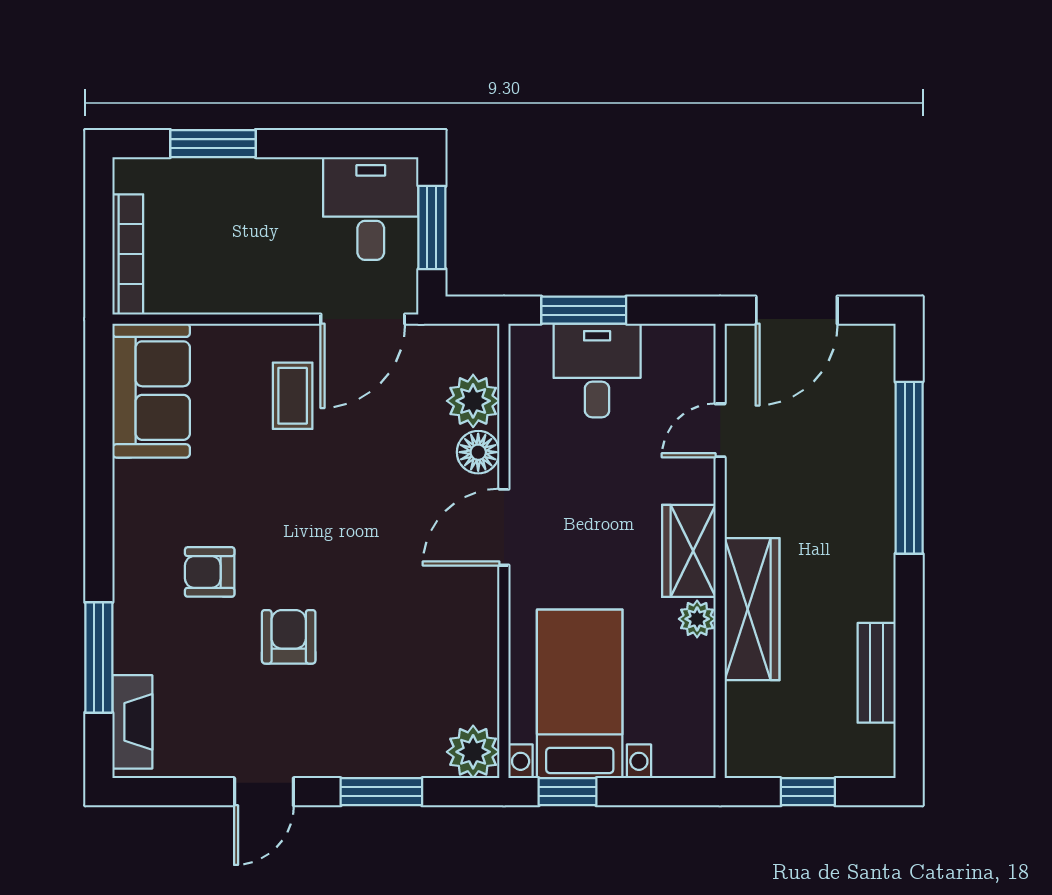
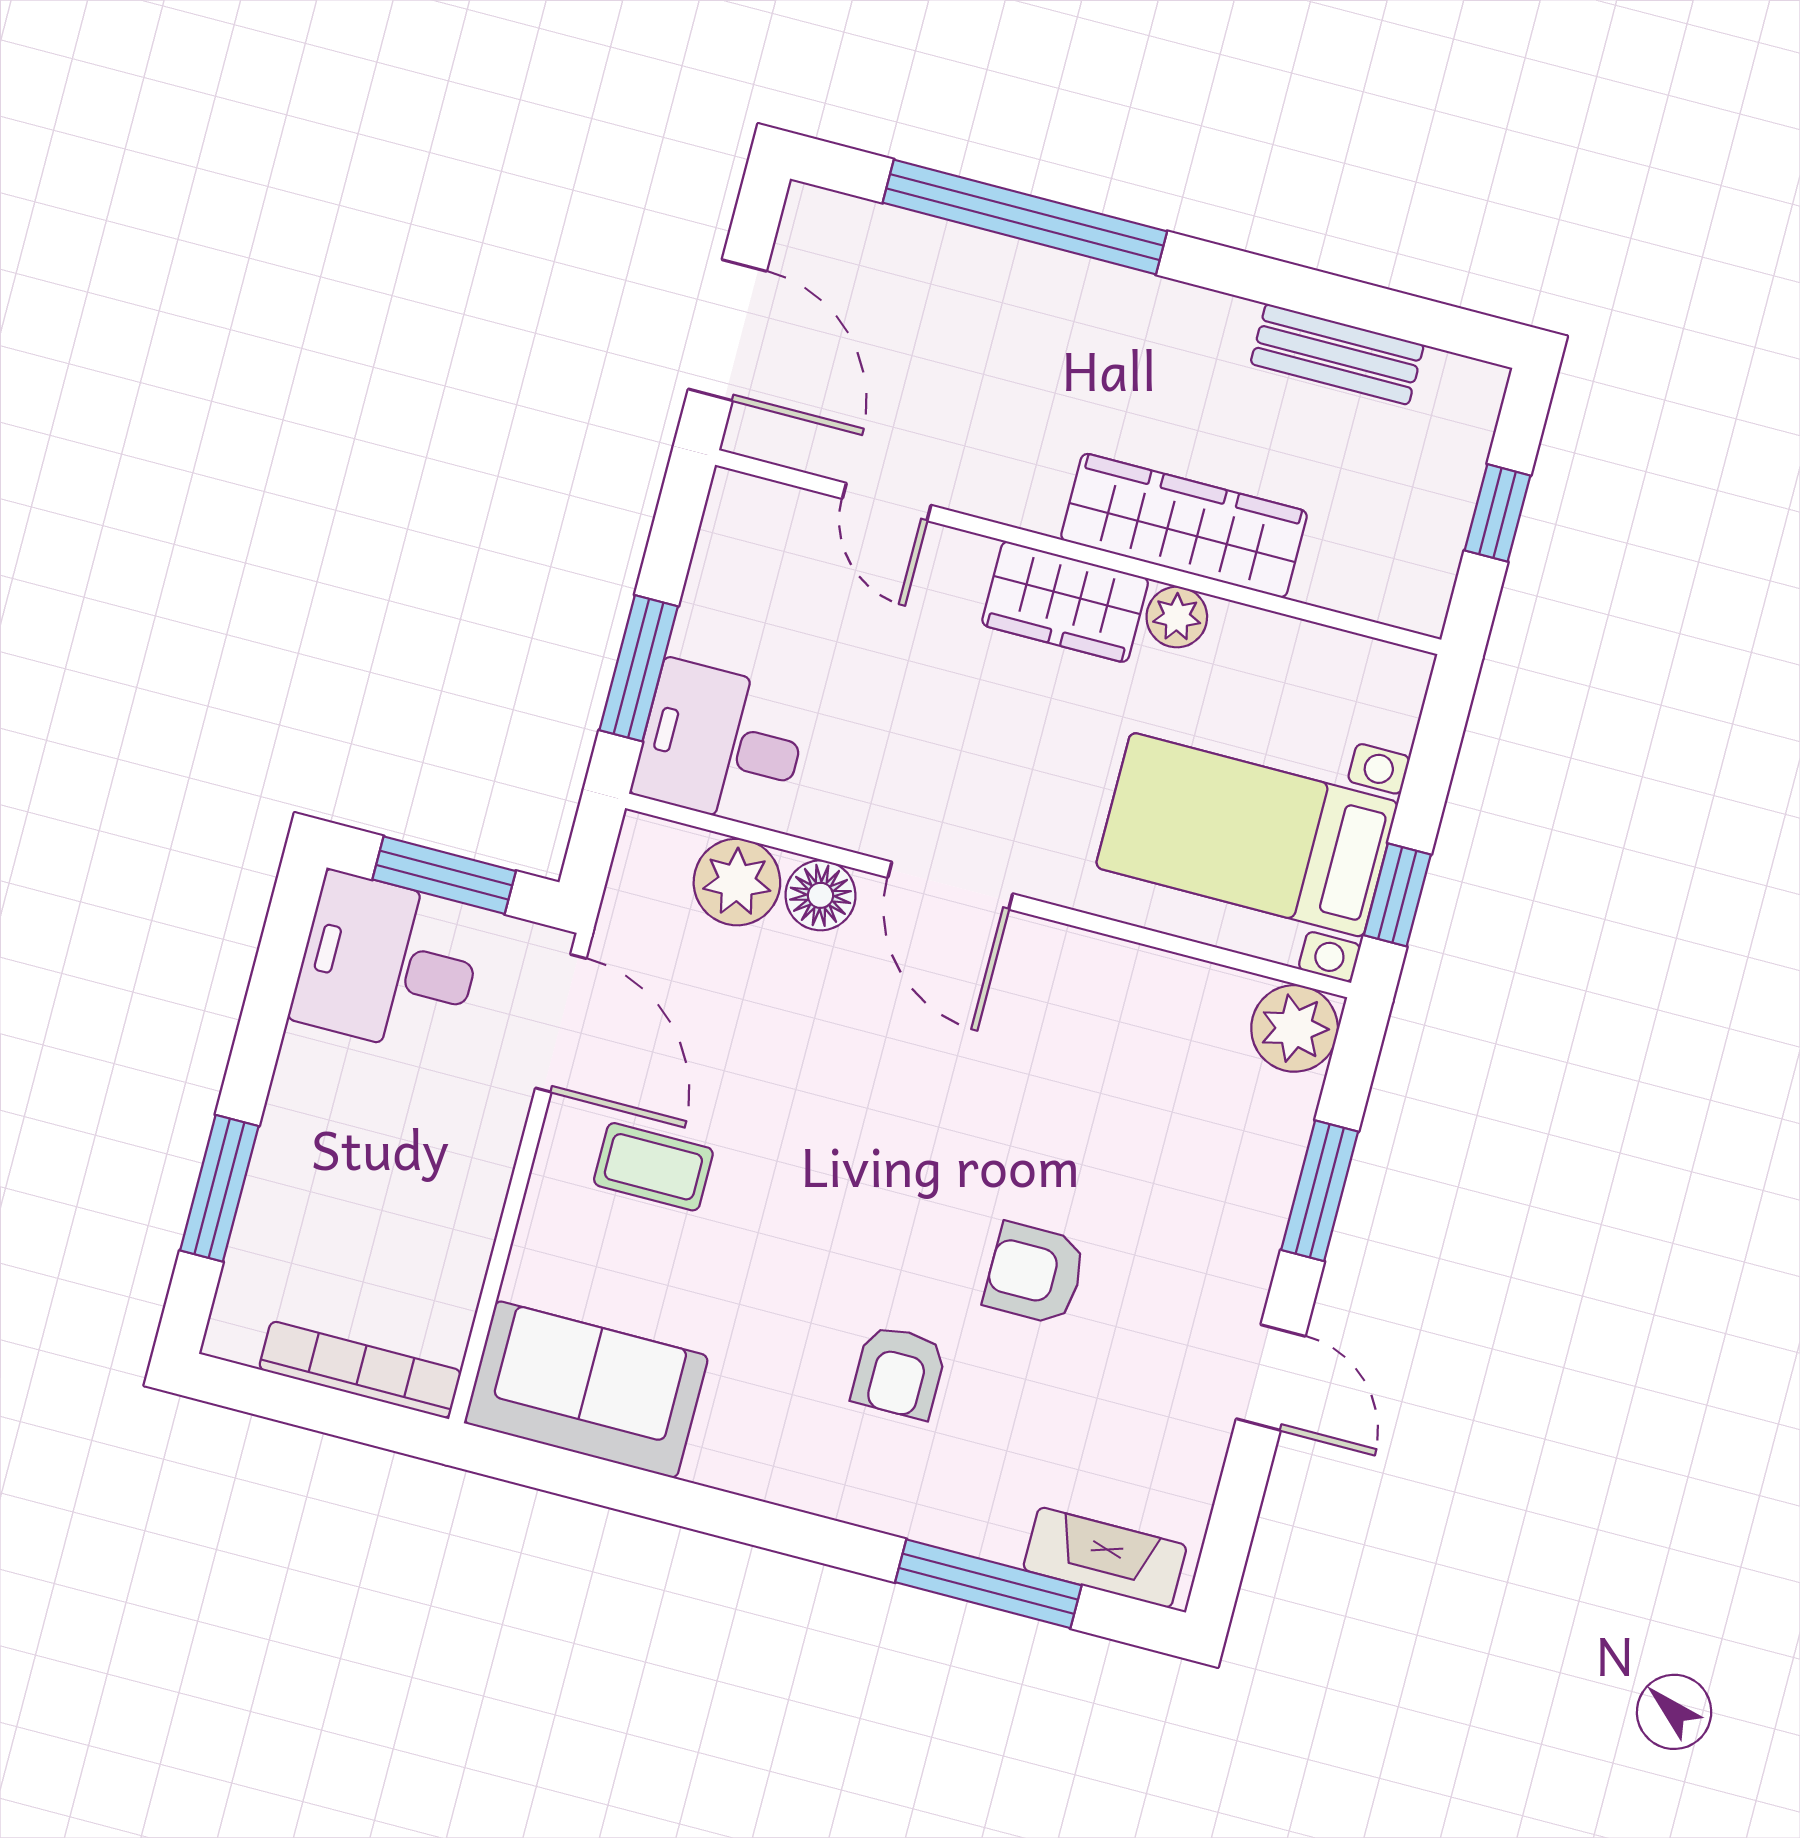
desk: (597, 370) -> (721, 744), moved

